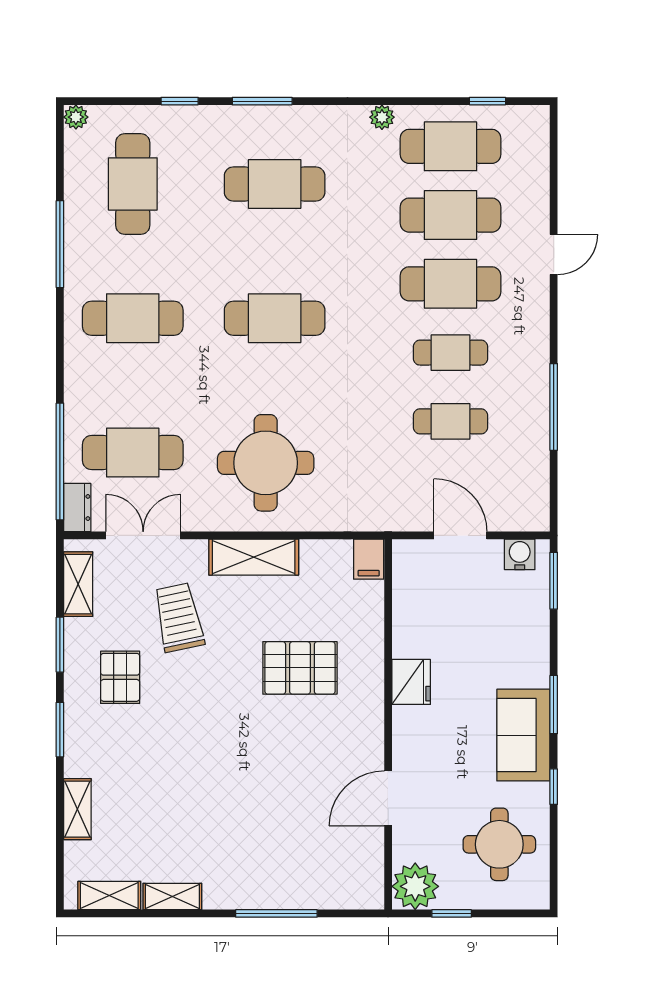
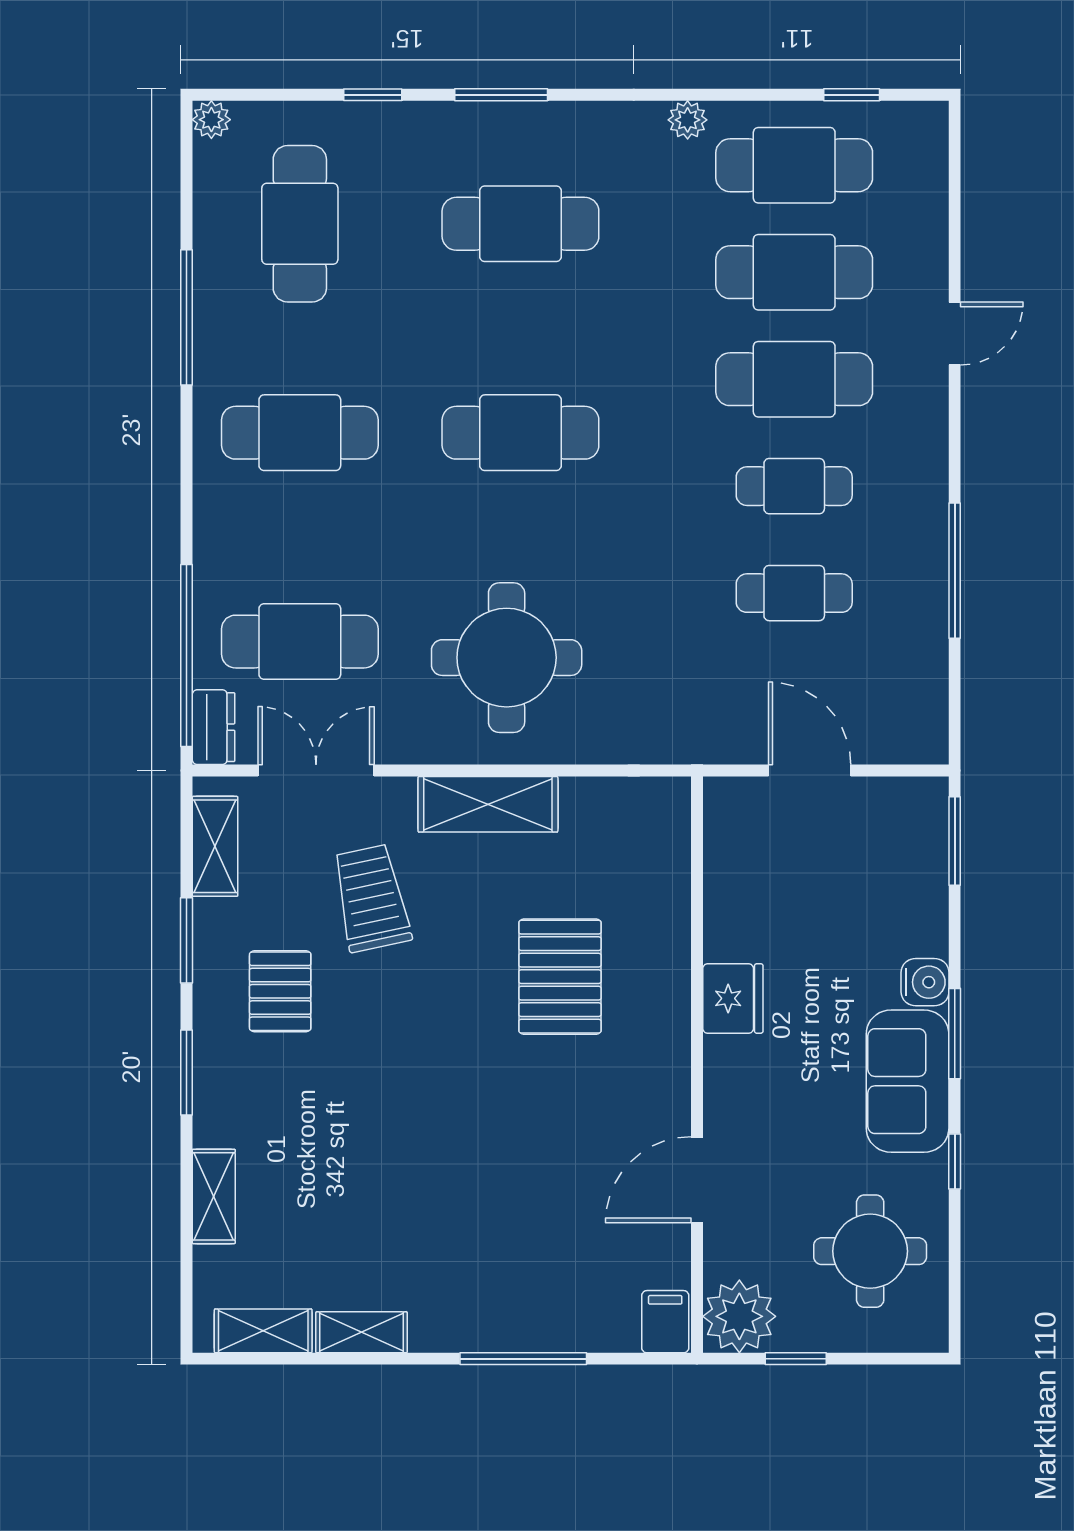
water cooler: (520, 554) -> (925, 982), moved, turned 90
filing cabinet: (369, 559) -> (665, 1322), moved, turned 180
pallet: (300, 668) -> (560, 977), turned 90

